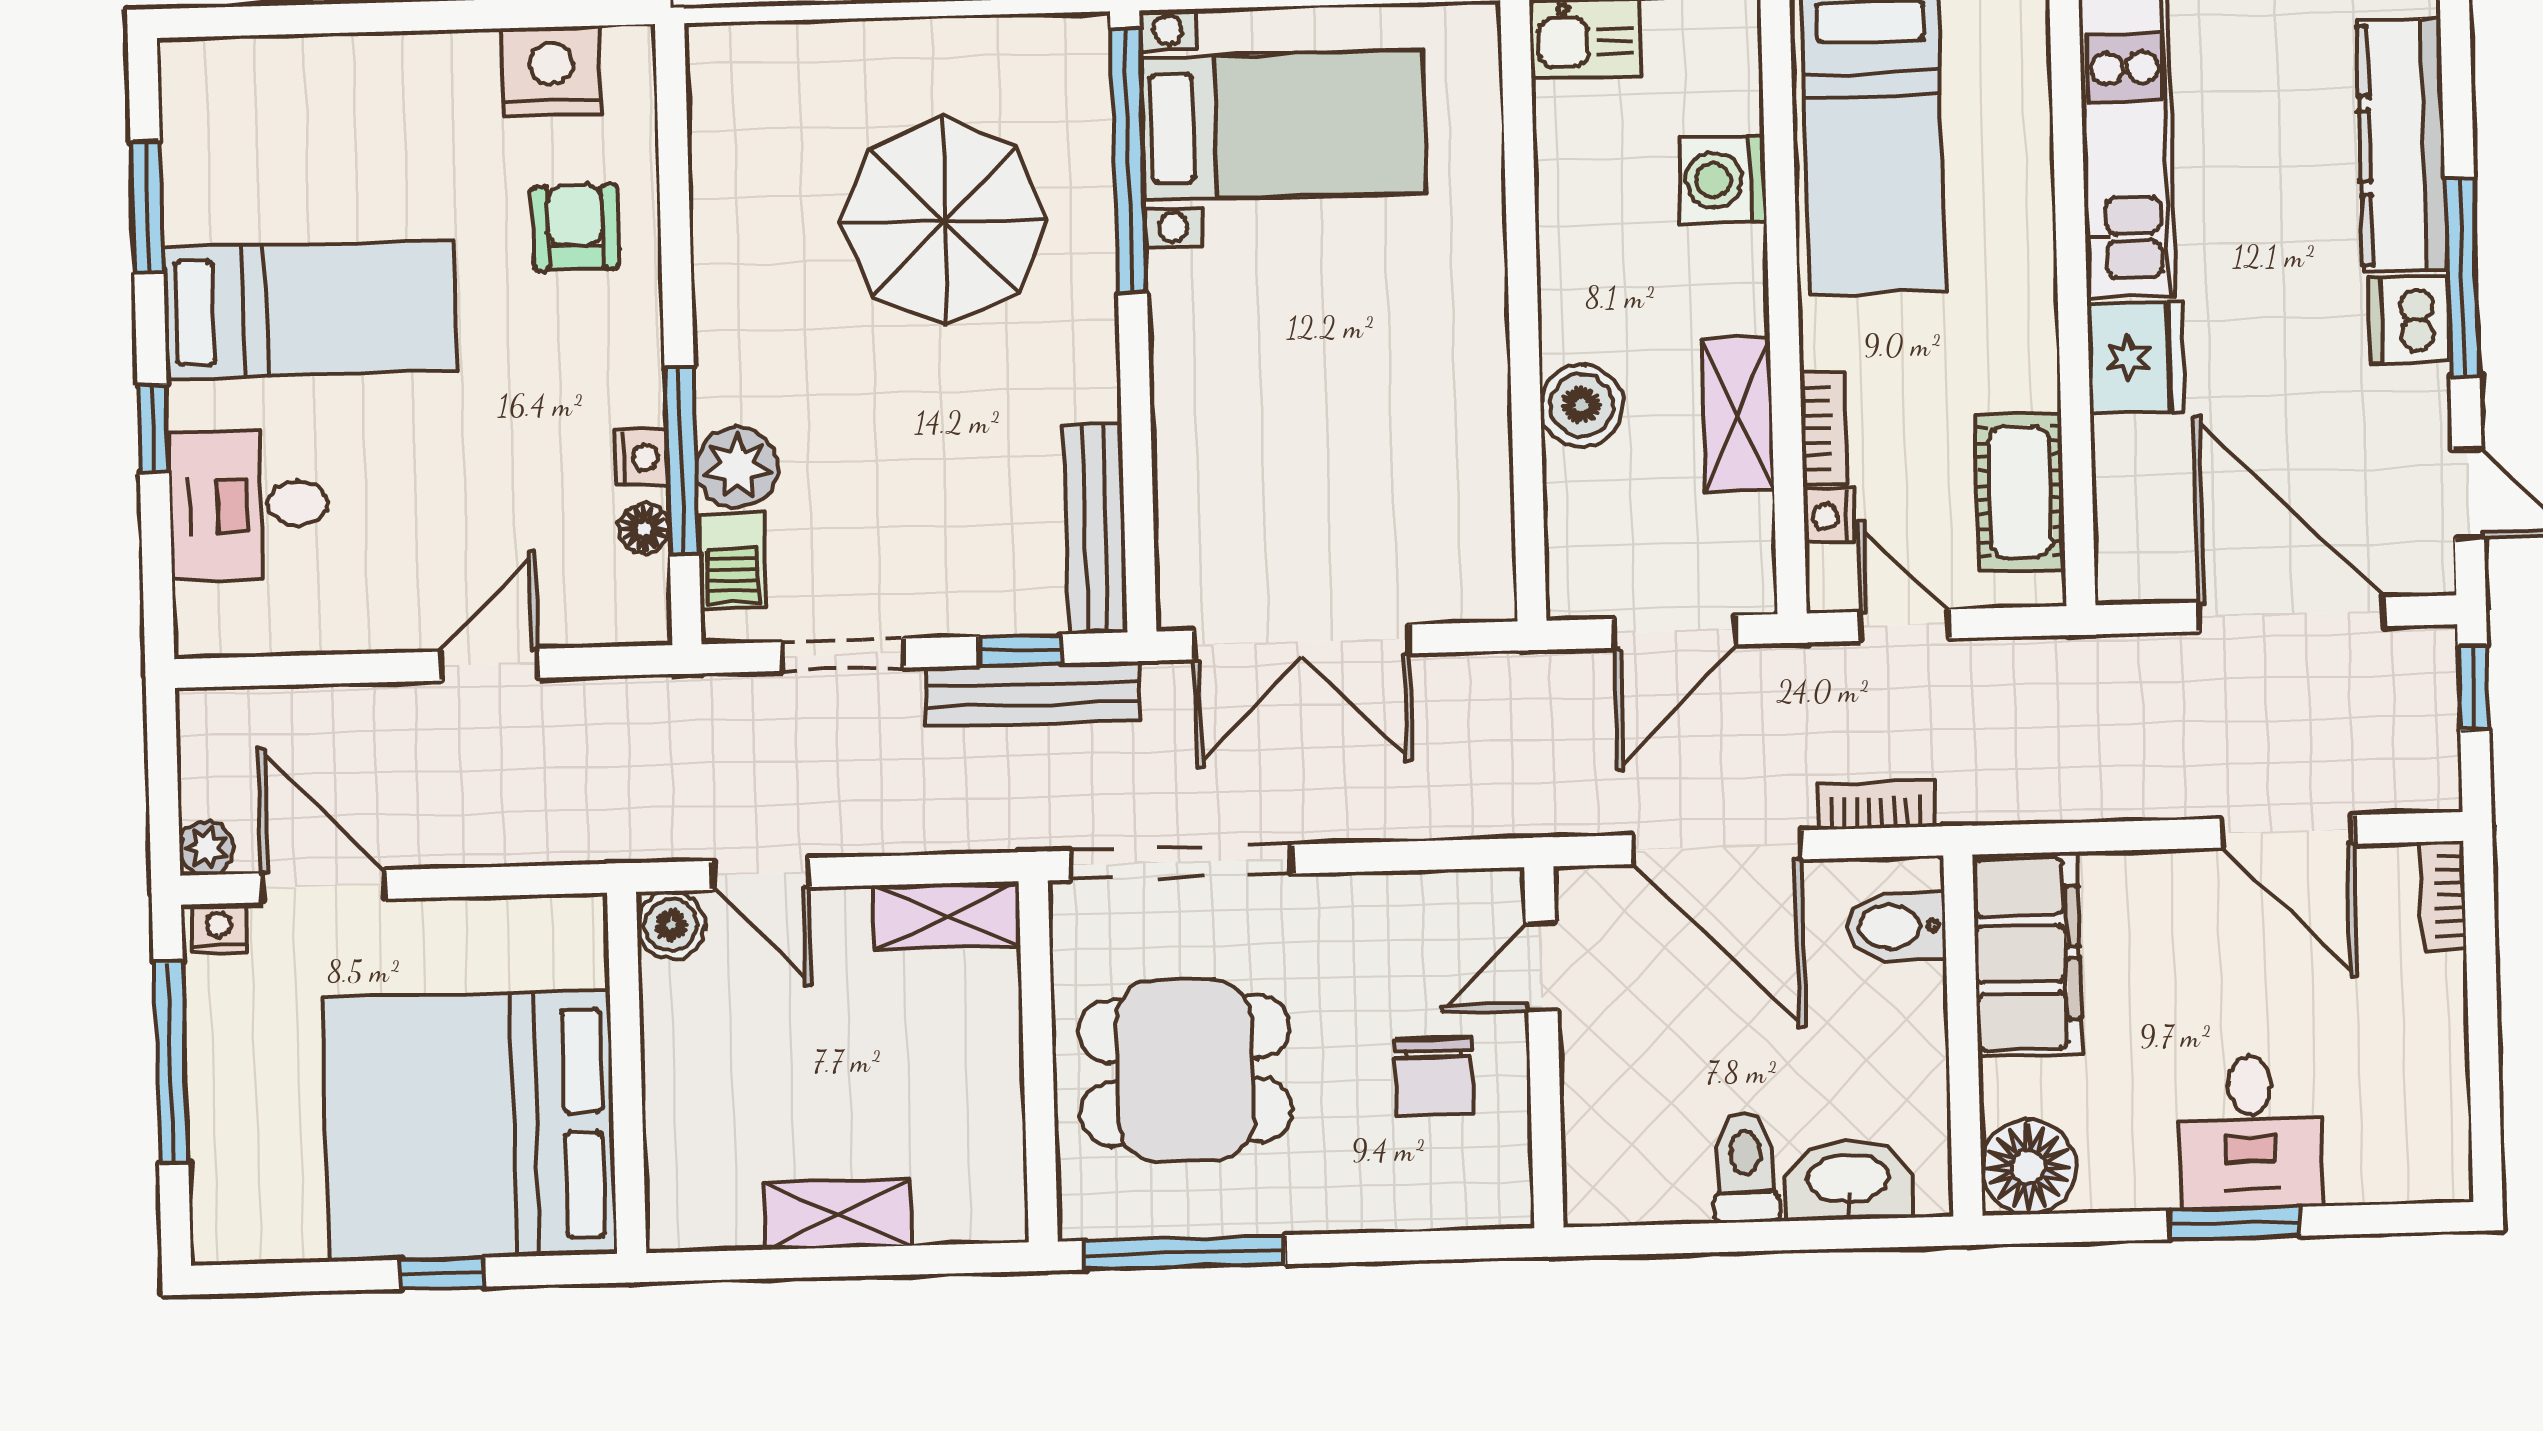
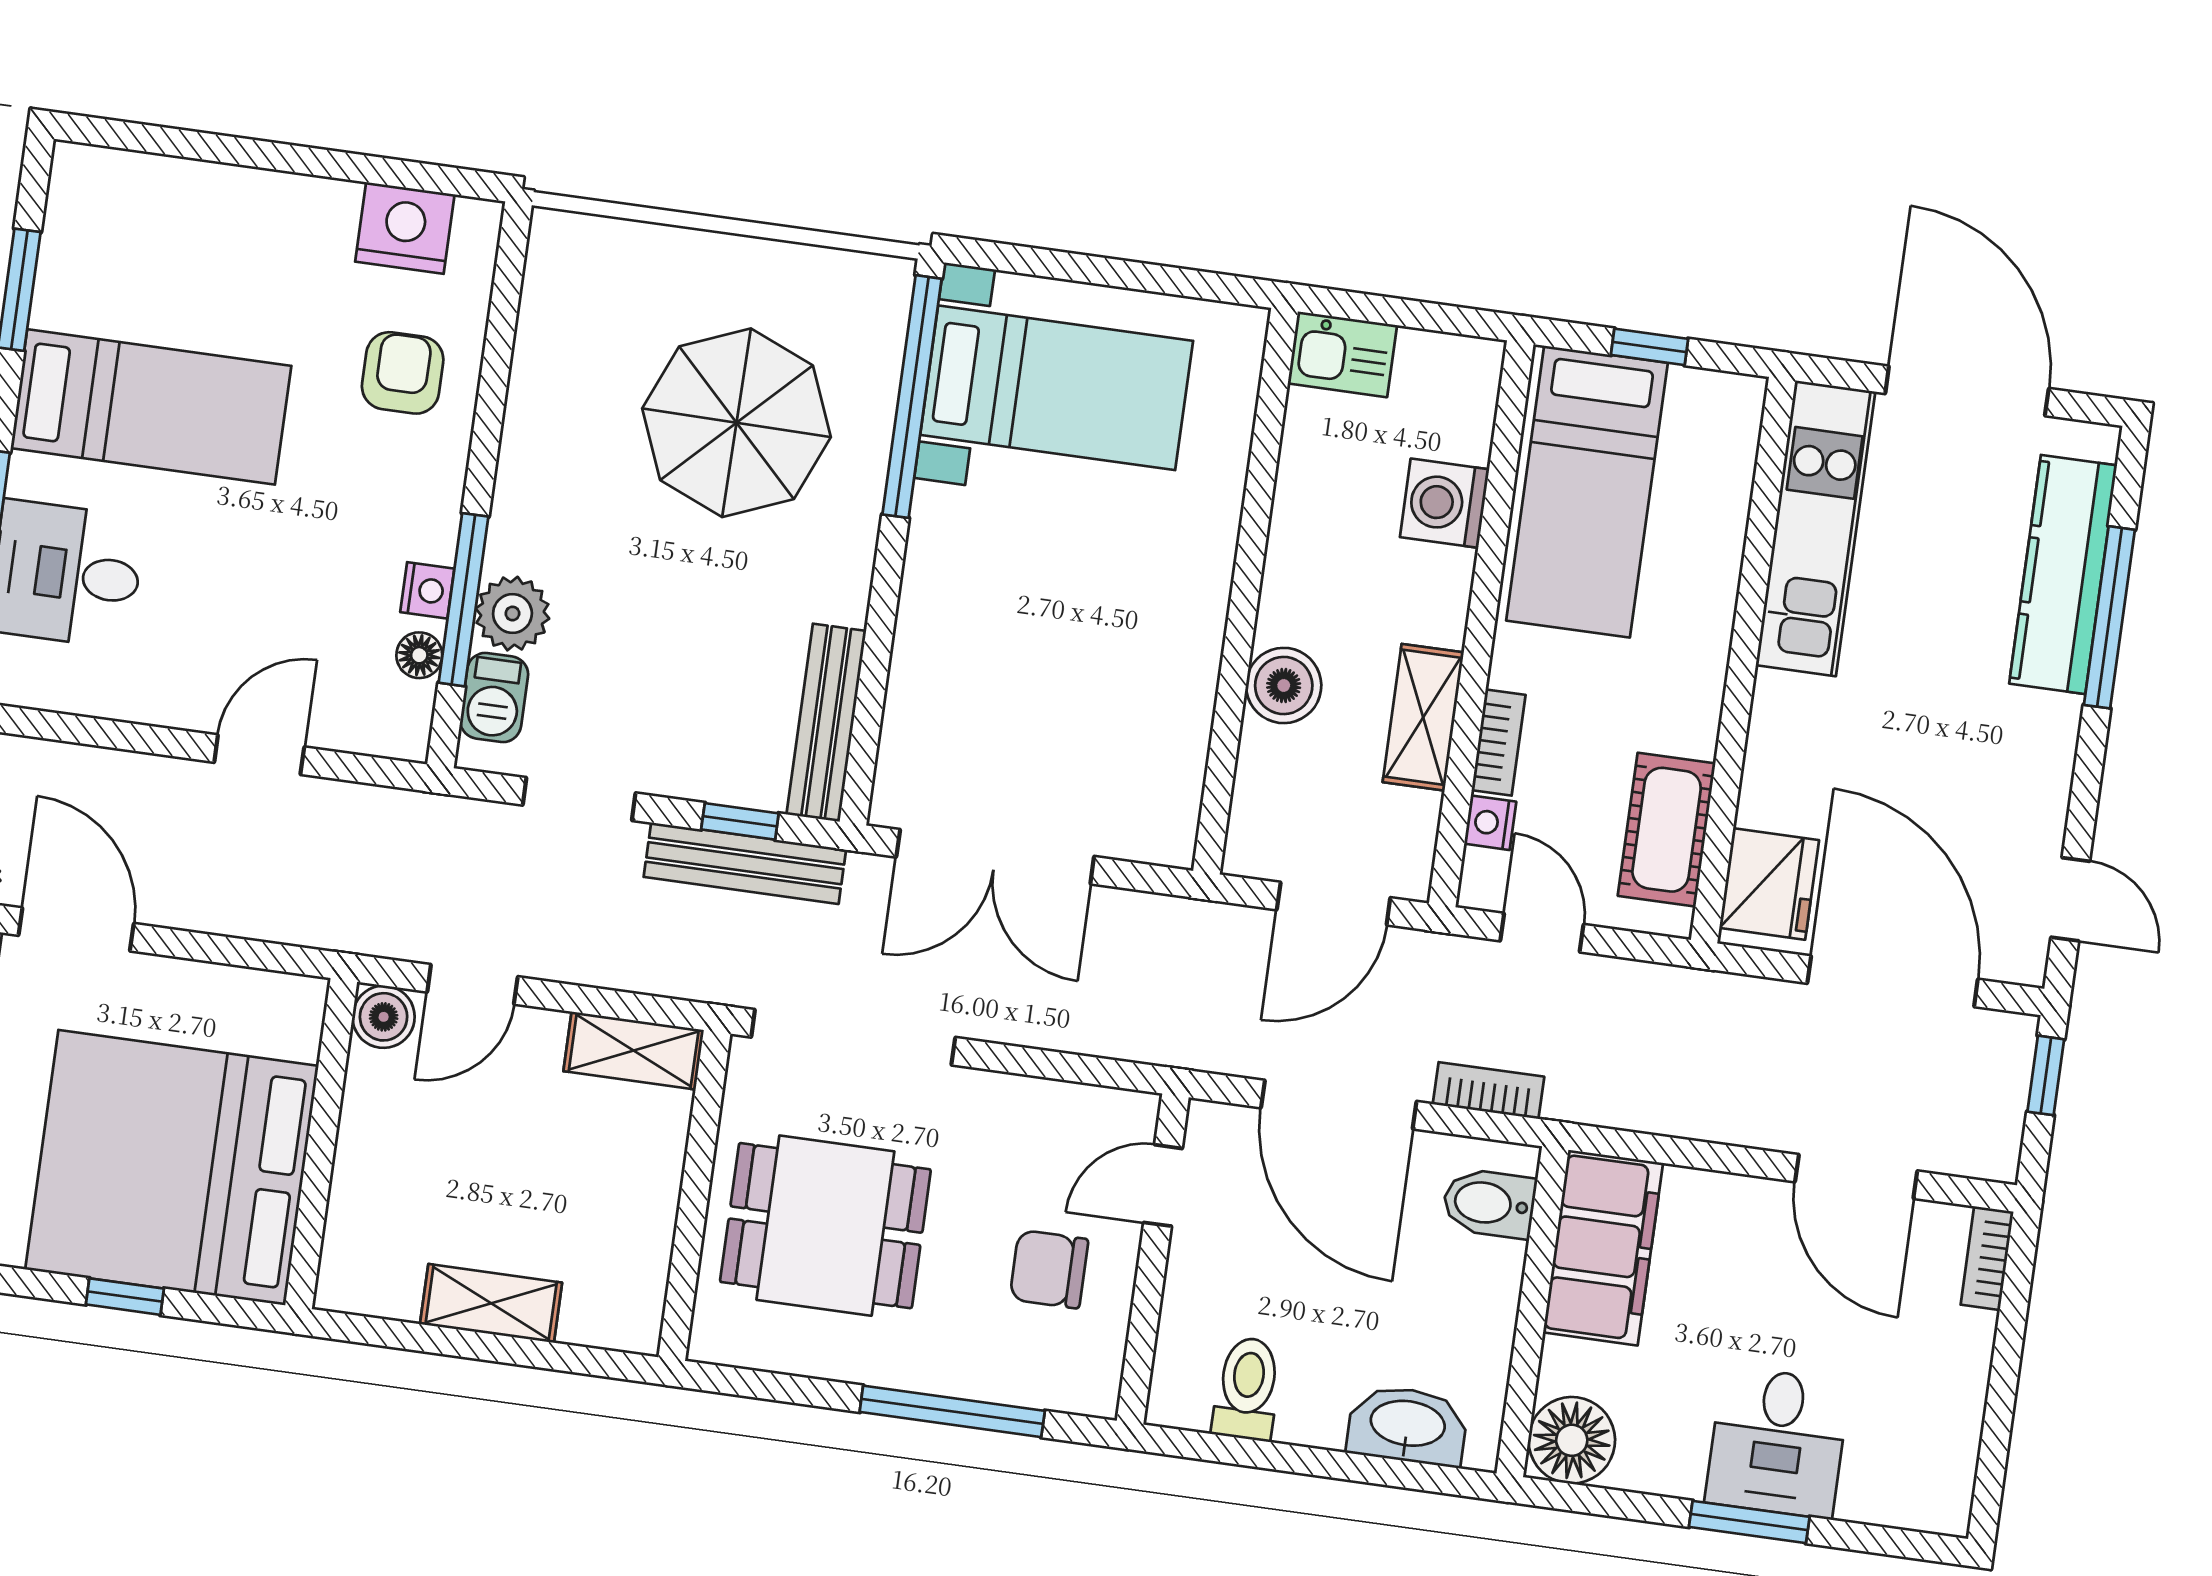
window: (2462, 277) -> (2109, 617), moved
dishwasher: (2409, 320) -> (2043, 733), removed
fridge: (2136, 358) -> (1769, 884), moved
door: (761, 874) -> (472, 984), hinge flipped
chair: (1434, 1077) -> (1049, 1269), turned 90
toilet: (1746, 1168) -> (1247, 1389), moved
window: (1185, 1252) -> (952, 1411), moved

